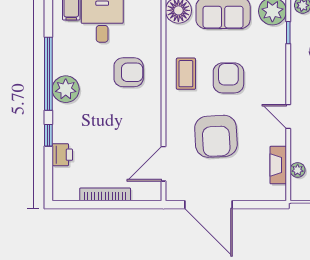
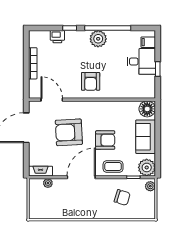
armchair: (129, 72) -> (91, 81), moved
coffee table: (186, 74) -> (113, 166), moved
door: (288, 116) -> (81, 177), width x1.87
fireplace: (278, 165) -> (40, 171), moved

